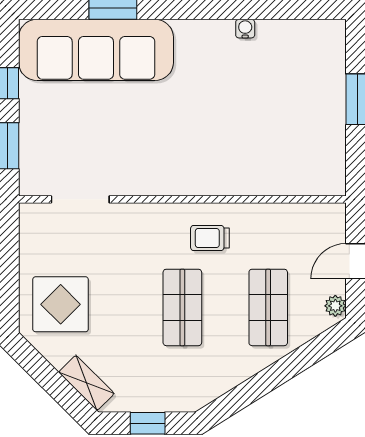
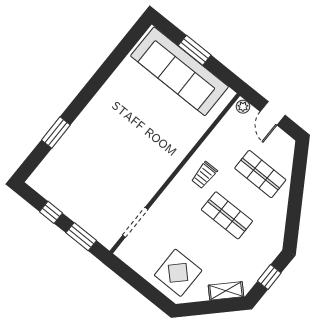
water cooler: (245, 29) -> (117, 77), removed
sofa: (96, 50) -> (180, 71), moved, turned 90
plant: (335, 306) -> (243, 107), moved

